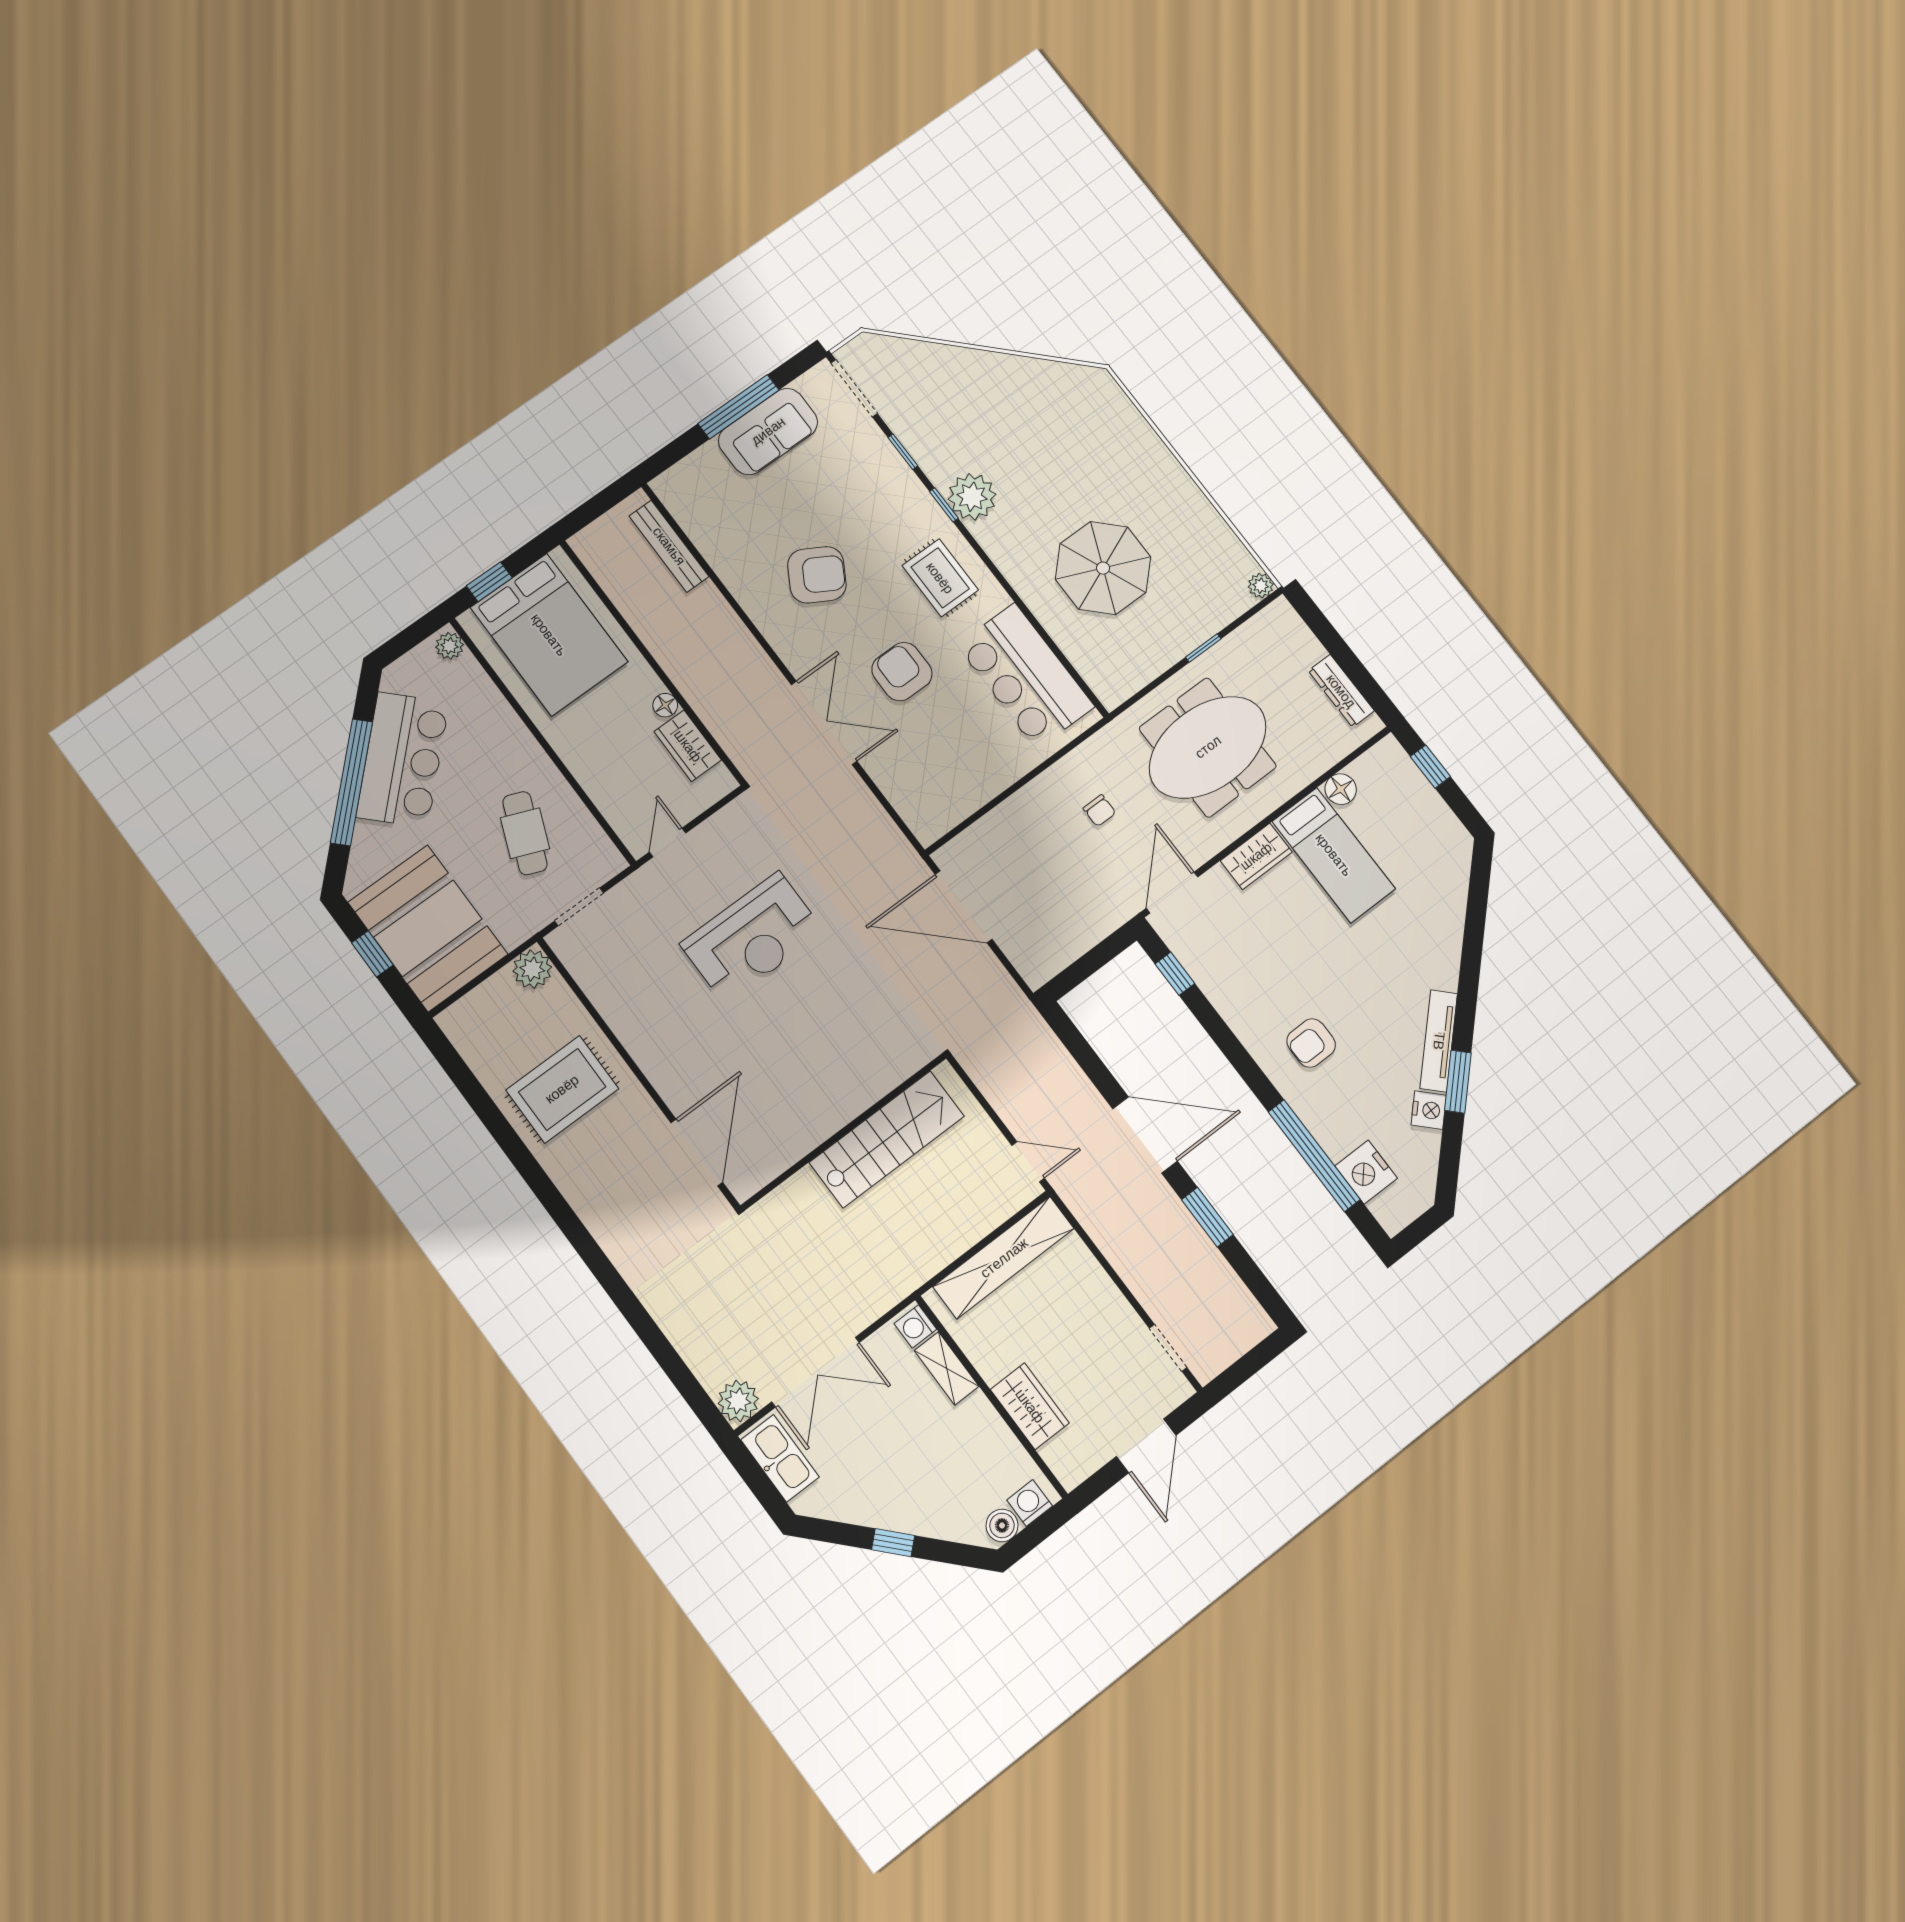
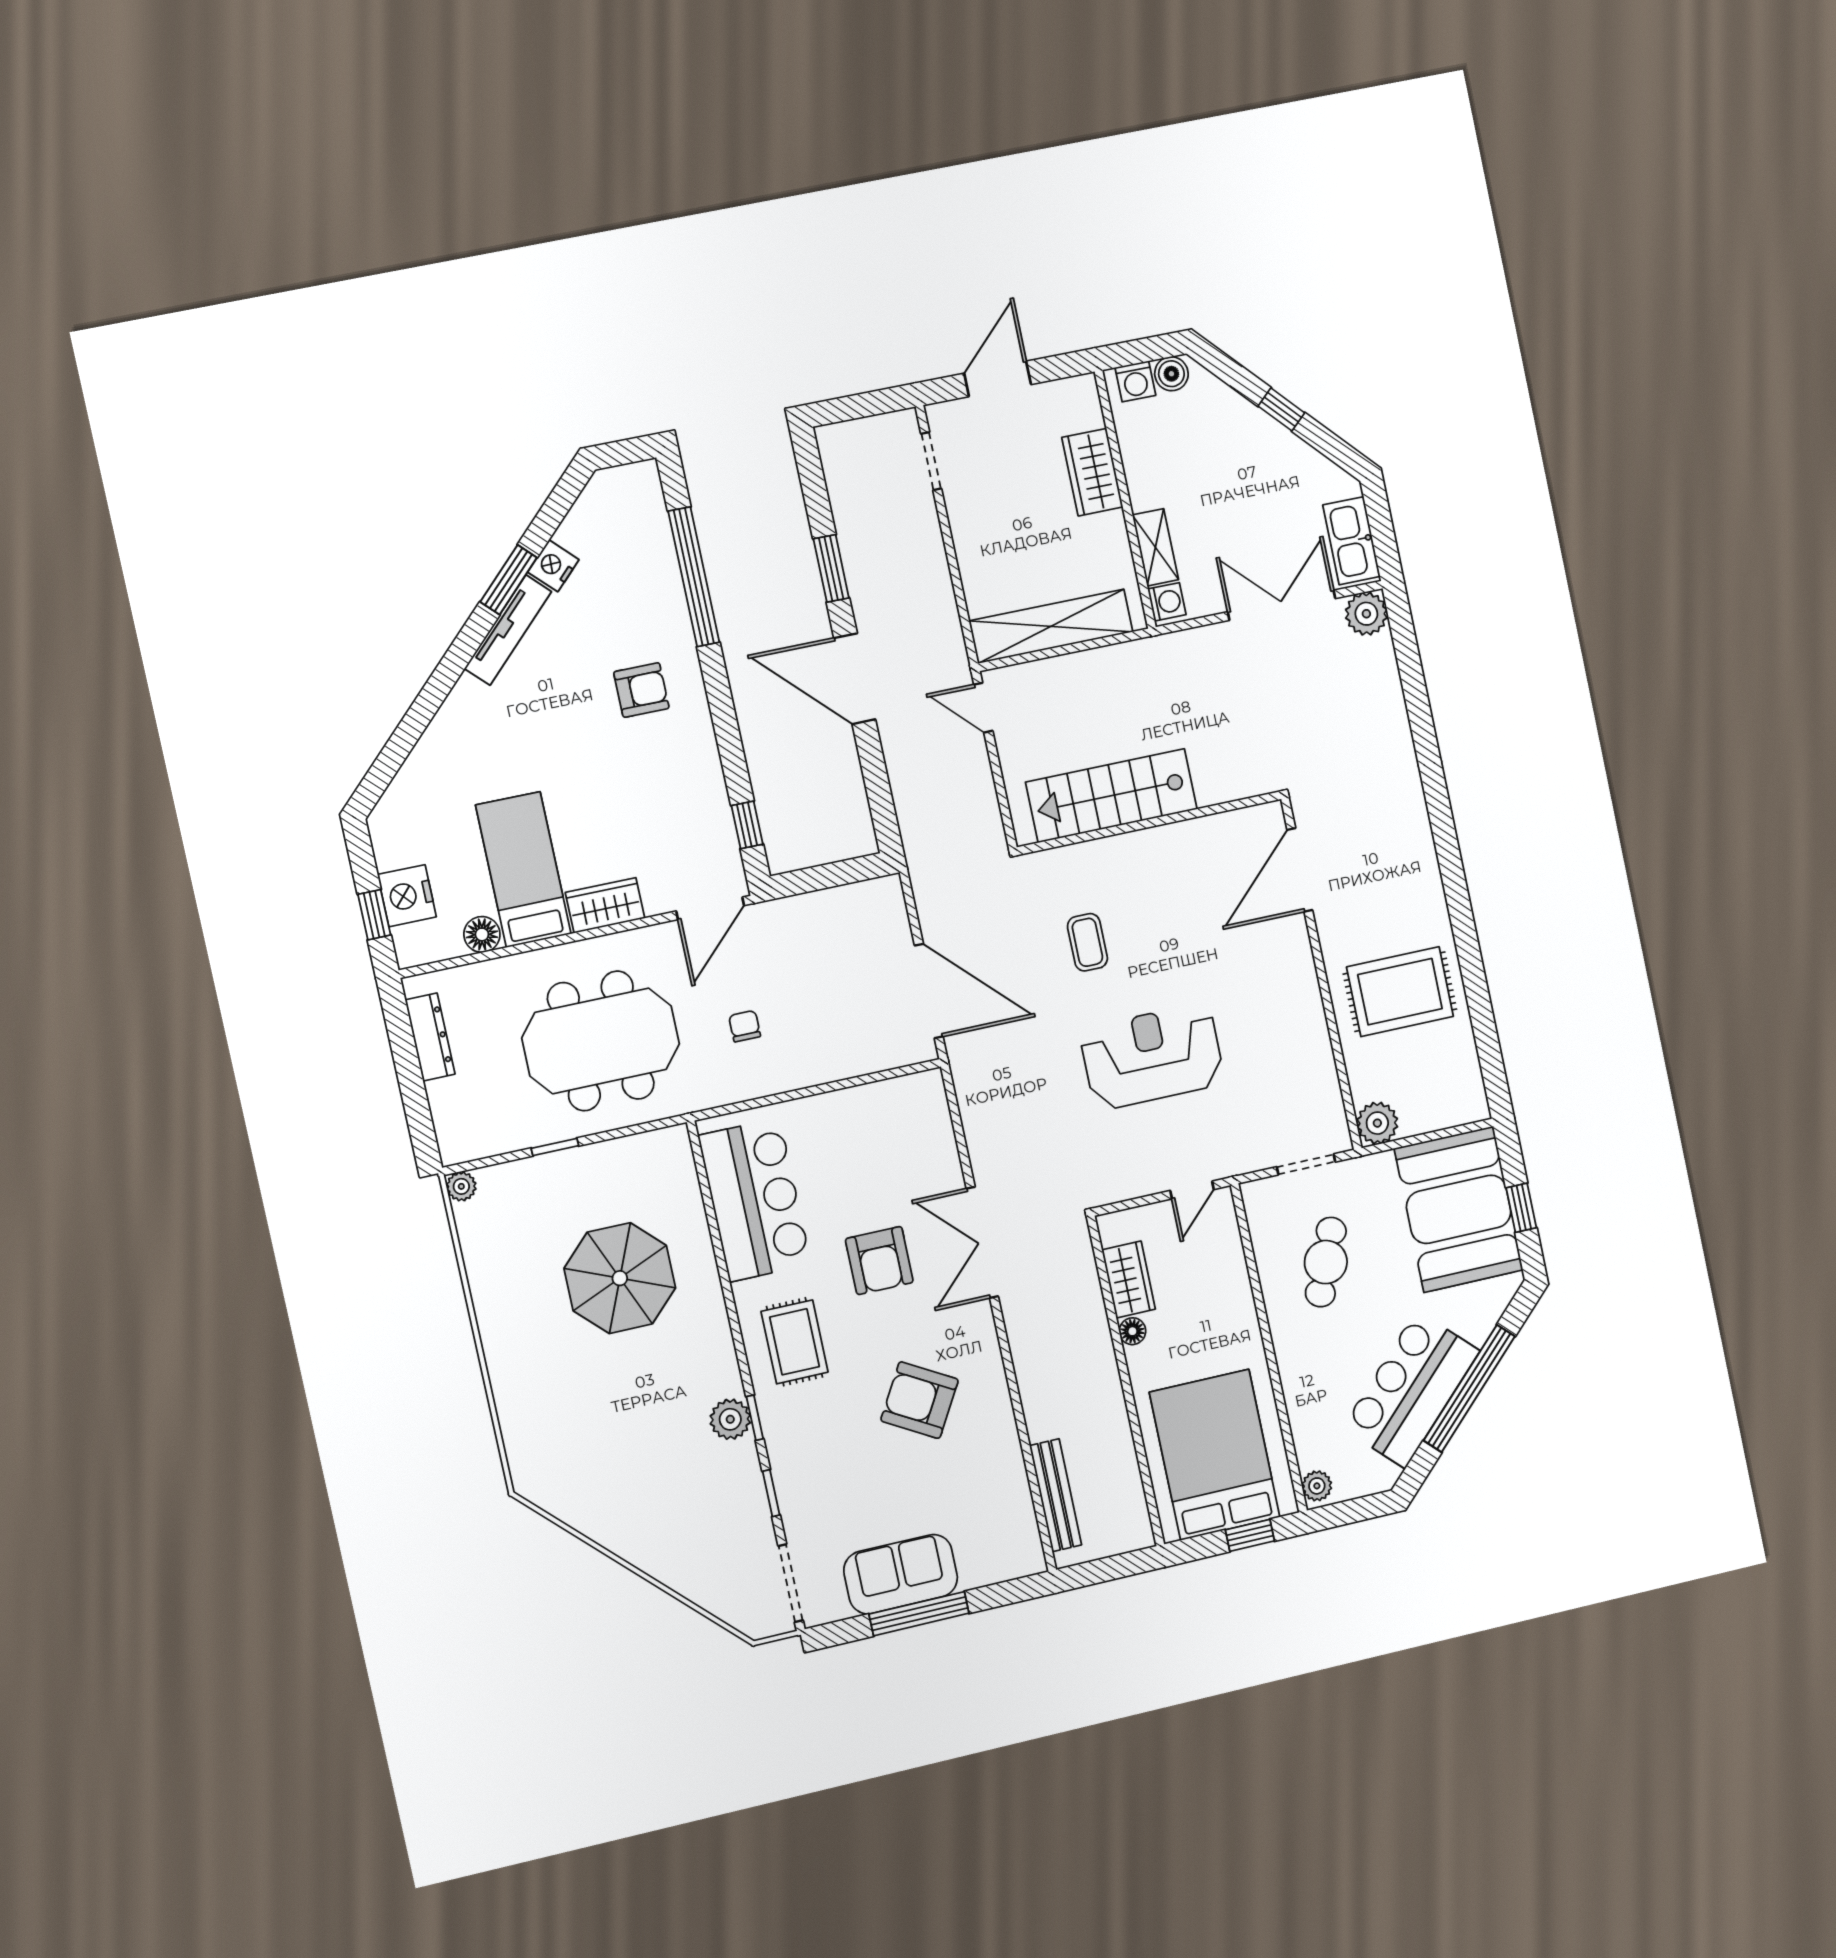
plant: (972, 497) -> (730, 1419), width x0.73, depth x0.73
coffee table: (850, 1007) -> (1087, 942), added
nightstand: (1366, 1172) -> (407, 896), moved, turned 180

